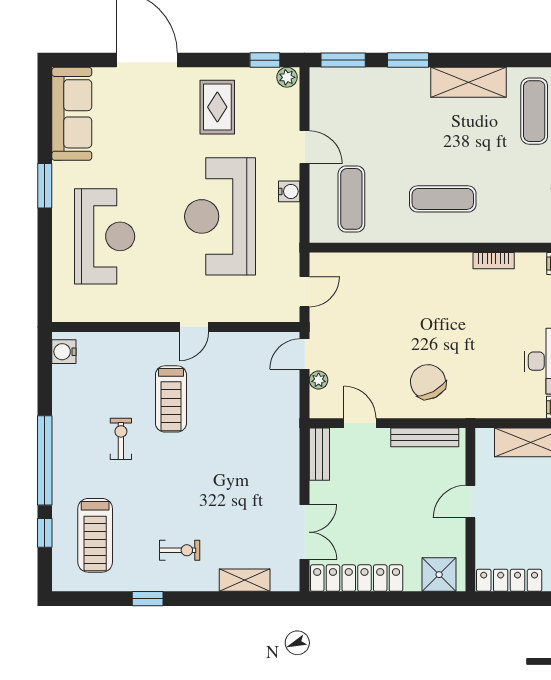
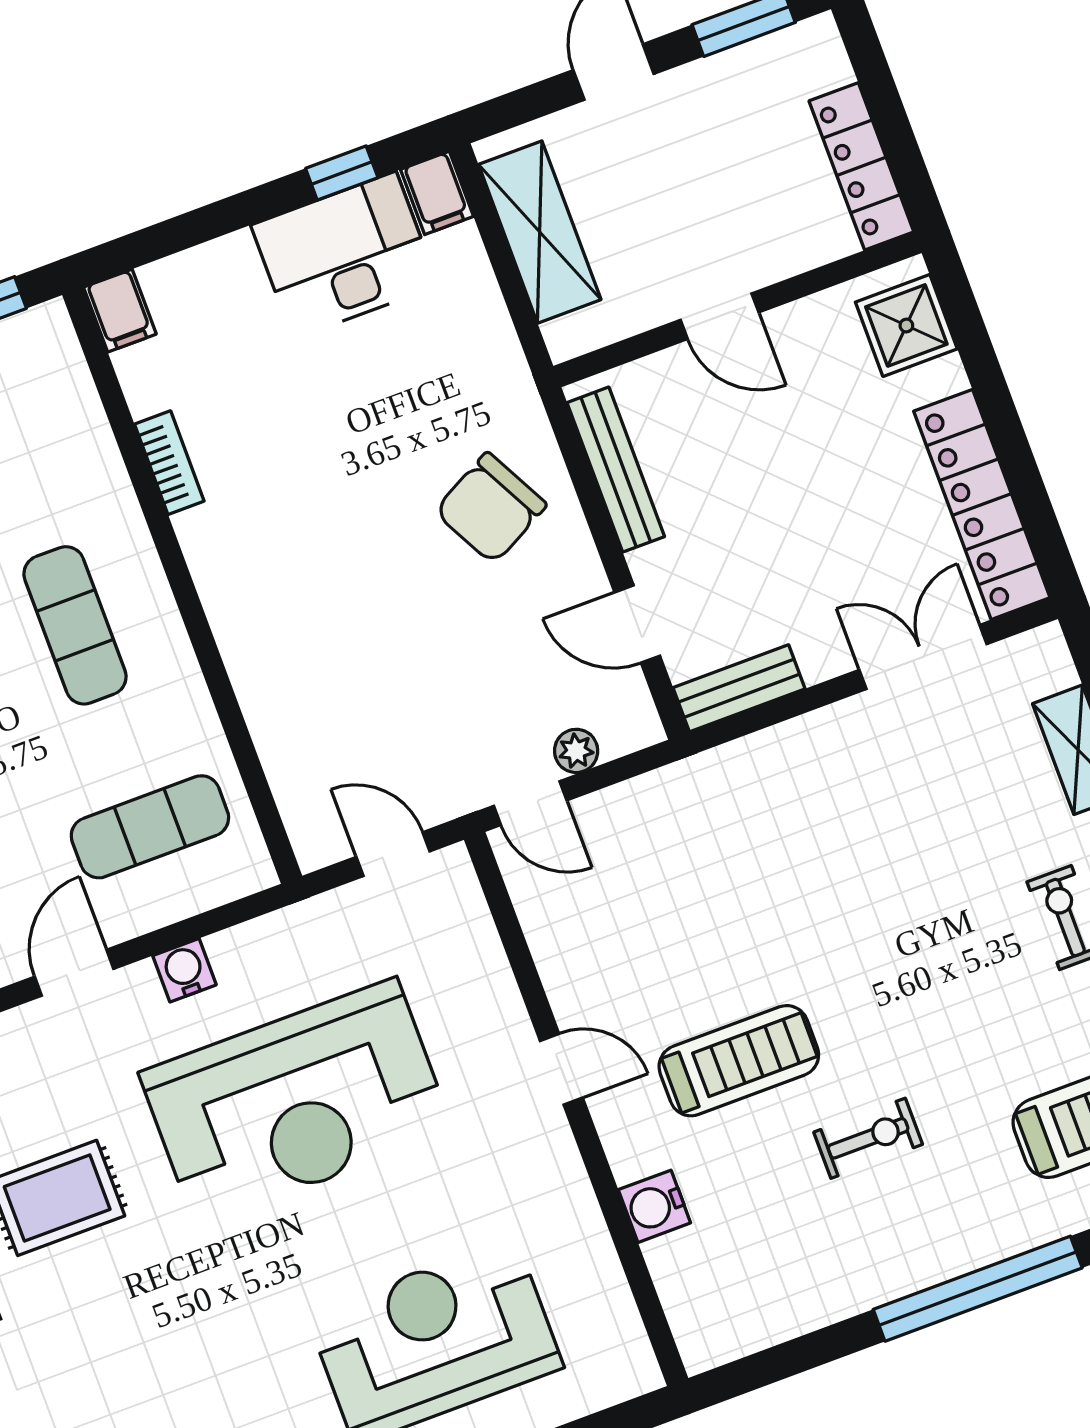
water cooler: (64, 352) -> (654, 1206), moved, turned 90
door: (360, 423) -> (637, 624), hinge flipped
exercise bike: (121, 439) -> (868, 1138), turned 180

